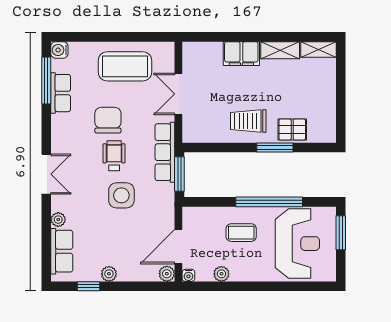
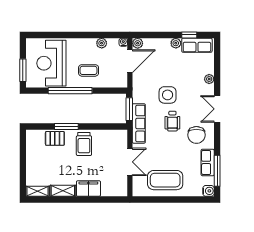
chair: (108, 120) -> (196, 135), moved
trolley: (248, 121) -> (84, 144), turned 90
row of seats: (62, 251) -> (197, 45), moved, turned -90

